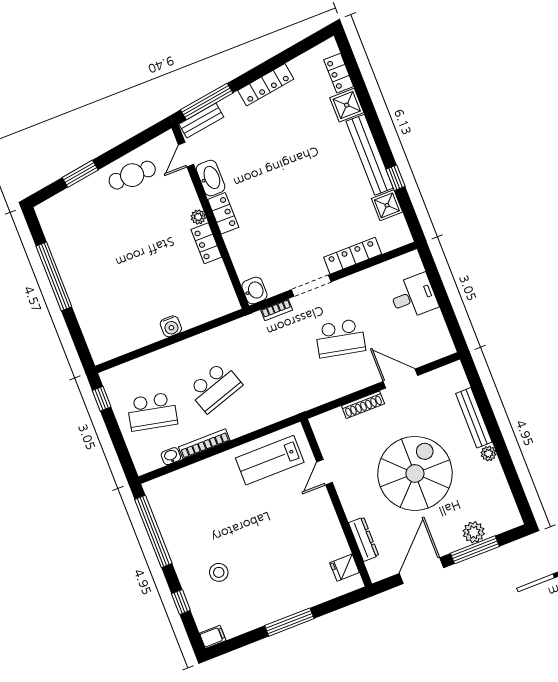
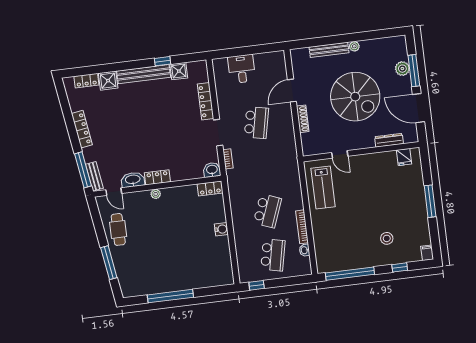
window: (80, 174) -> (109, 263), width x1.44
locker: (206, 243) -> (210, 188), moved
school desk: (215, 387) -> (267, 211), turned 39
spiral stairs: (415, 473) -> (355, 97), turned 180

